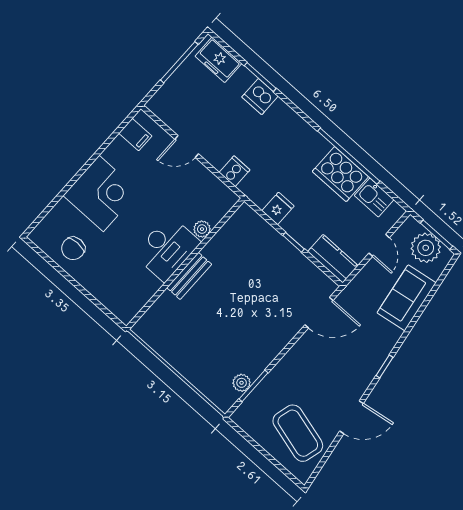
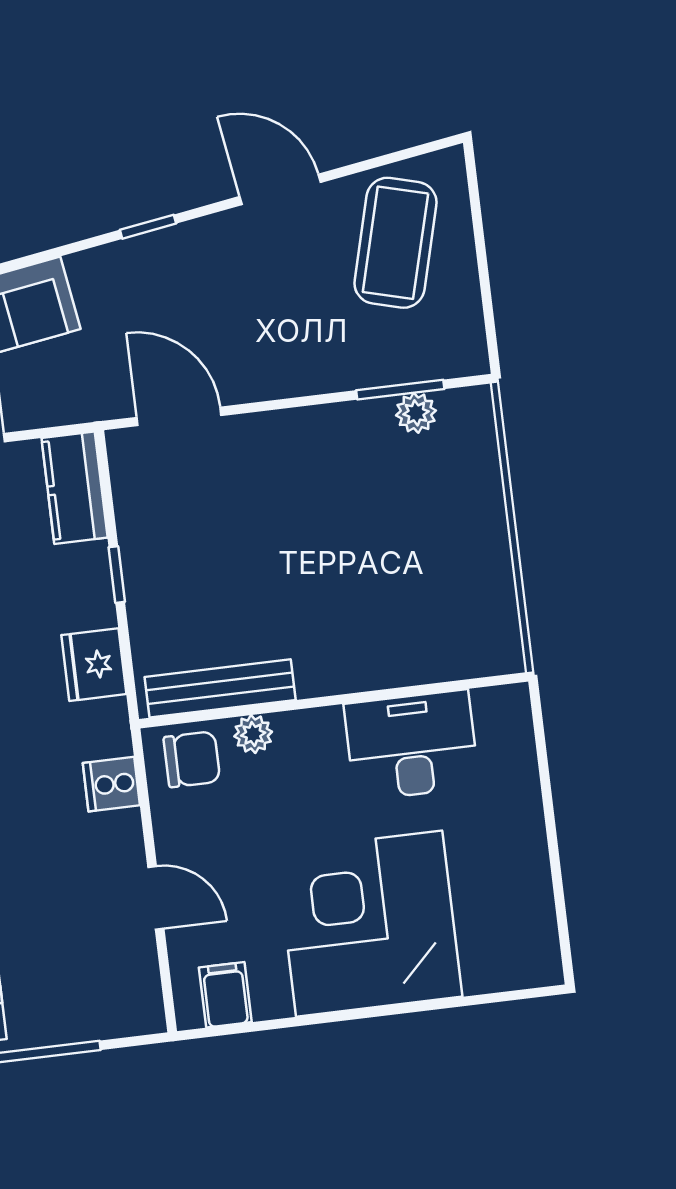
corner desk: (101, 193) -> (369, 924), width x1.36, depth x1.36
fridge: (278, 208) -> (94, 665), width x1.38
chair: (73, 248) -> (192, 759), moved
desk: (167, 248) -> (412, 745), moved
bench: (189, 276) -> (220, 688), moved, width x1.36

